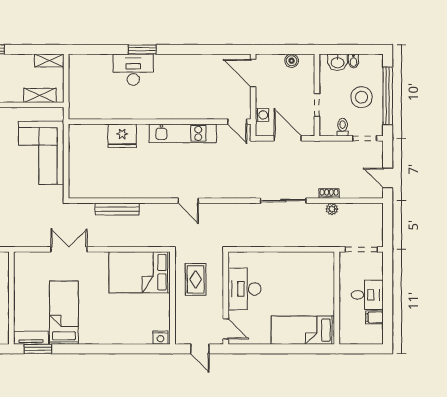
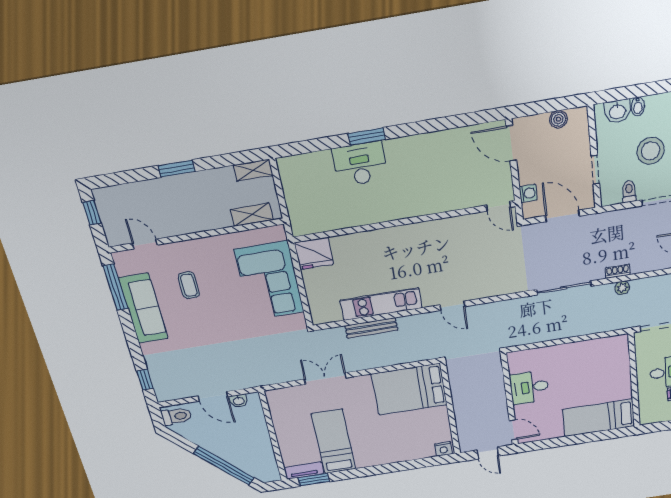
kitchen unit: (183, 133) -> (381, 304), moved, turned 180
fridge: (122, 136) -> (314, 254), moved
rug: (196, 279) -> (473, 387), removed
desk: (244, 289) -> (529, 387), width x0.73

